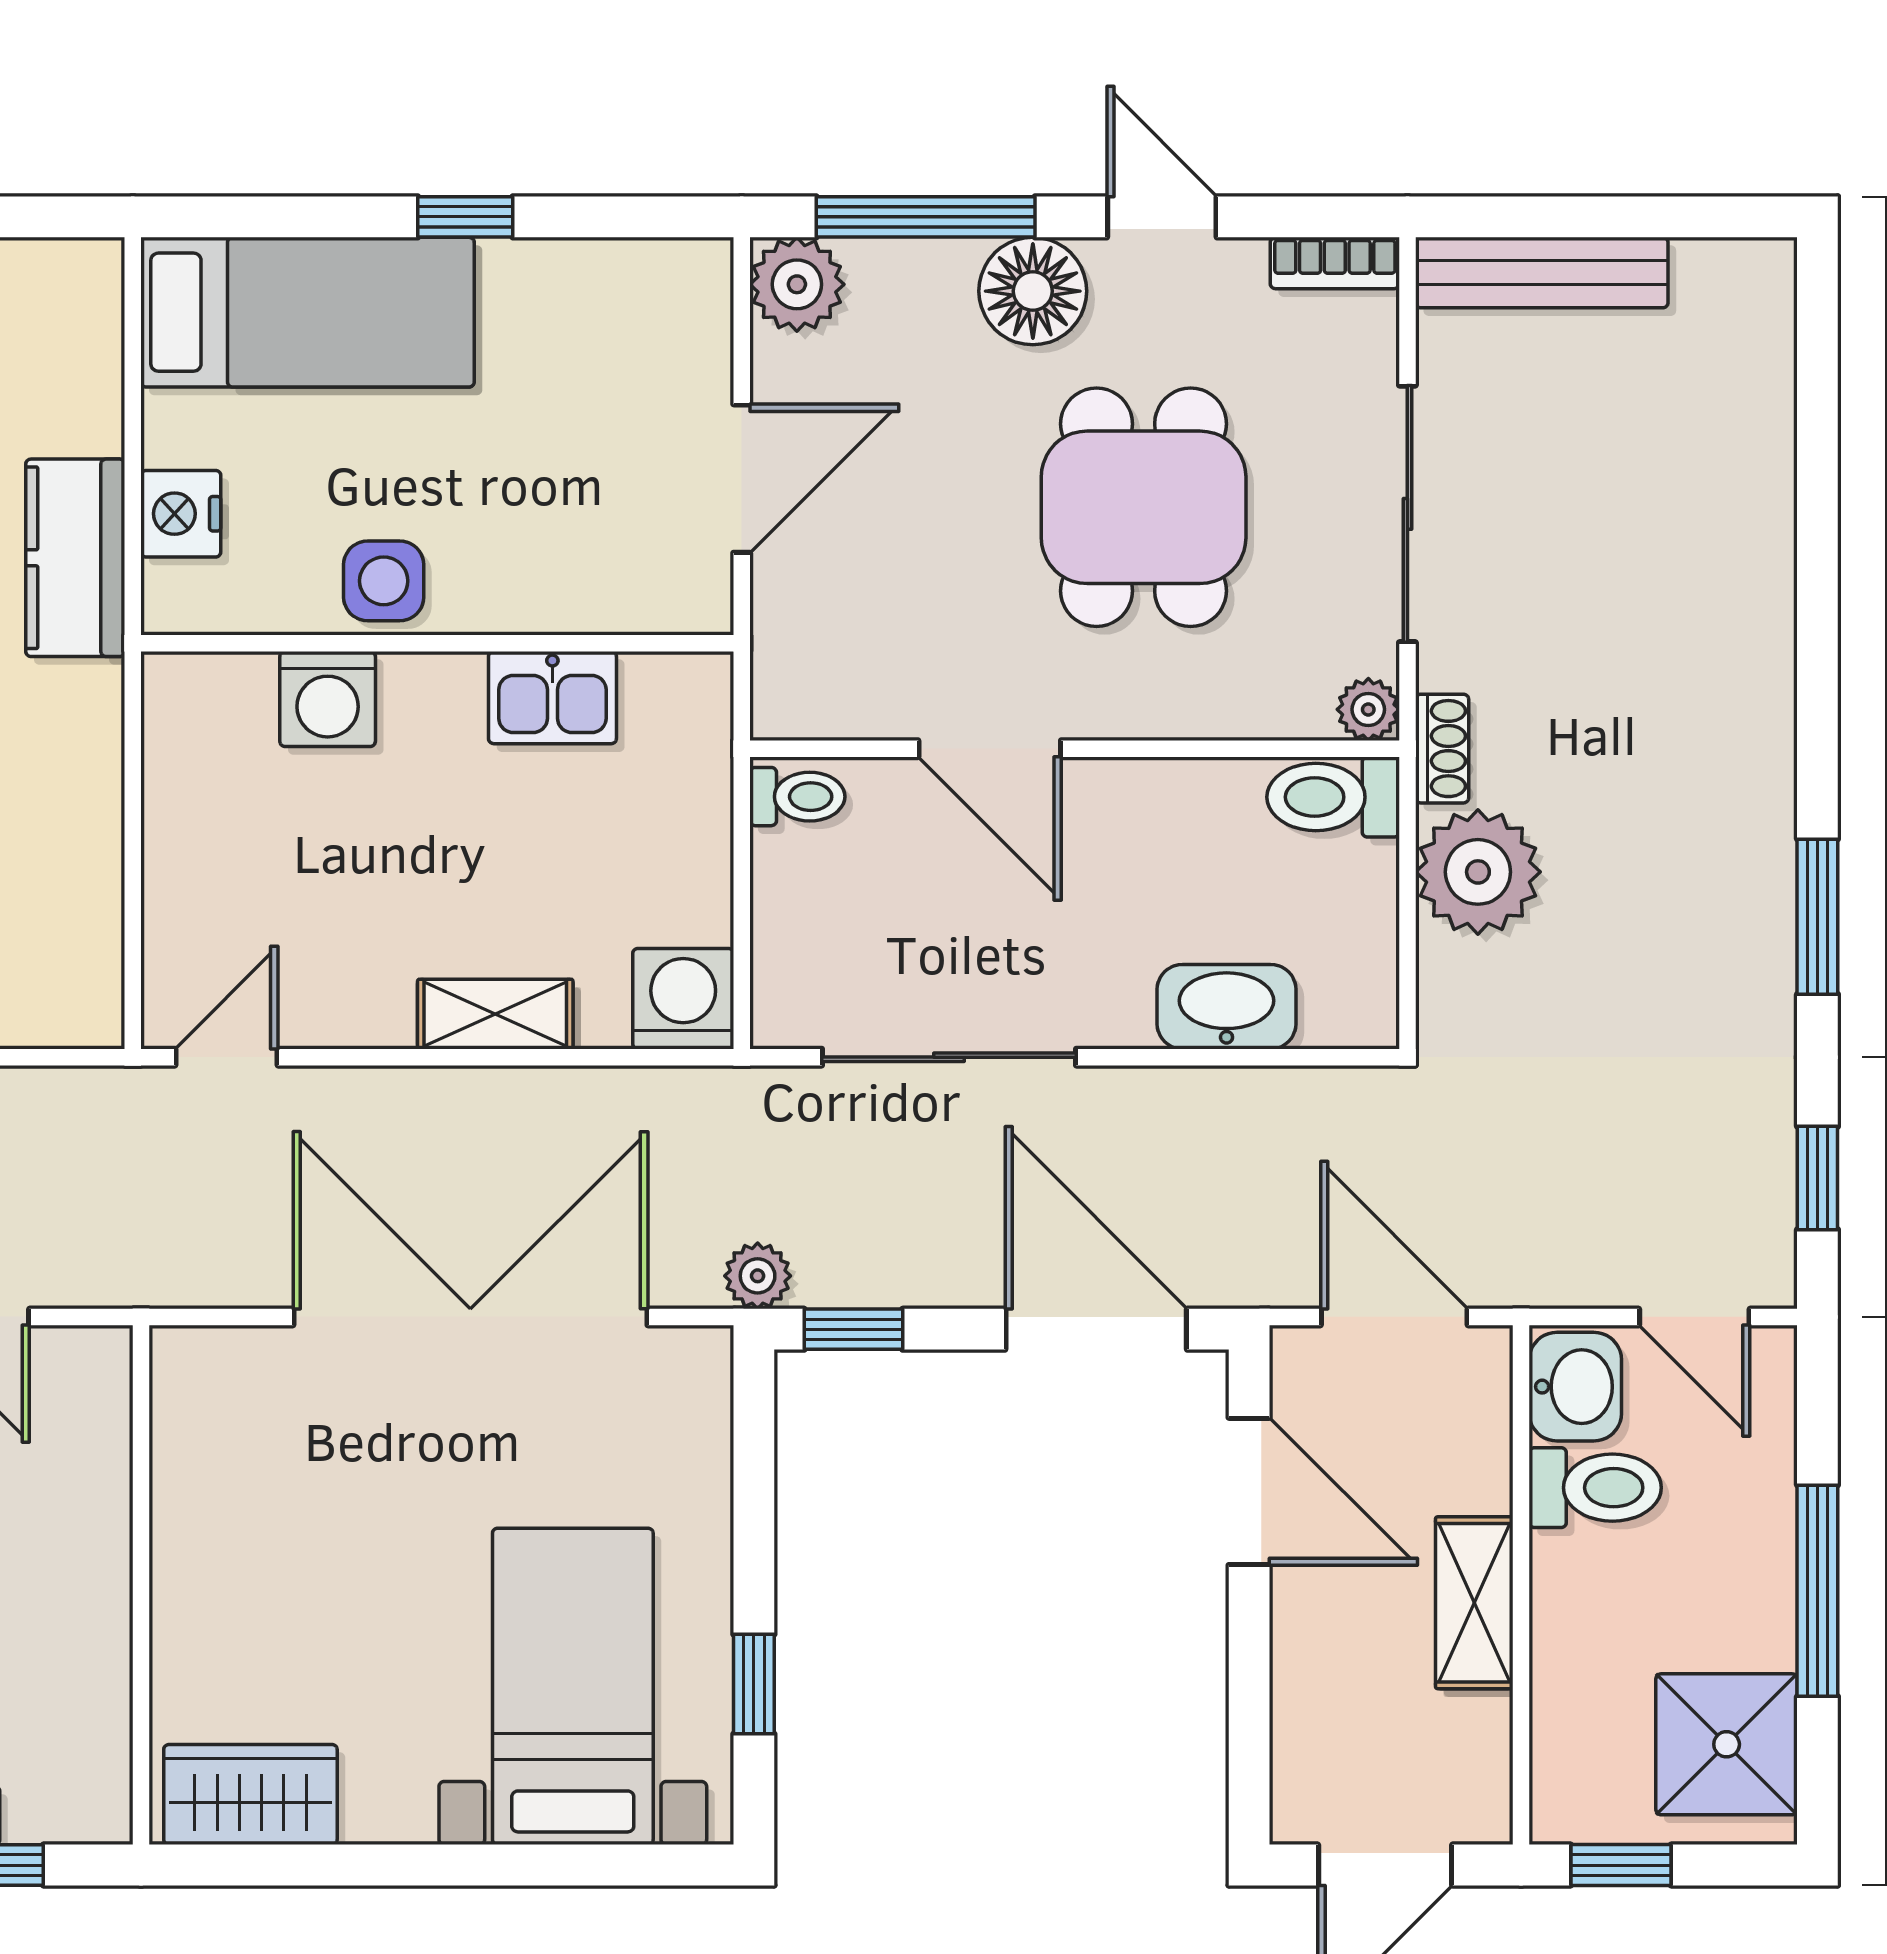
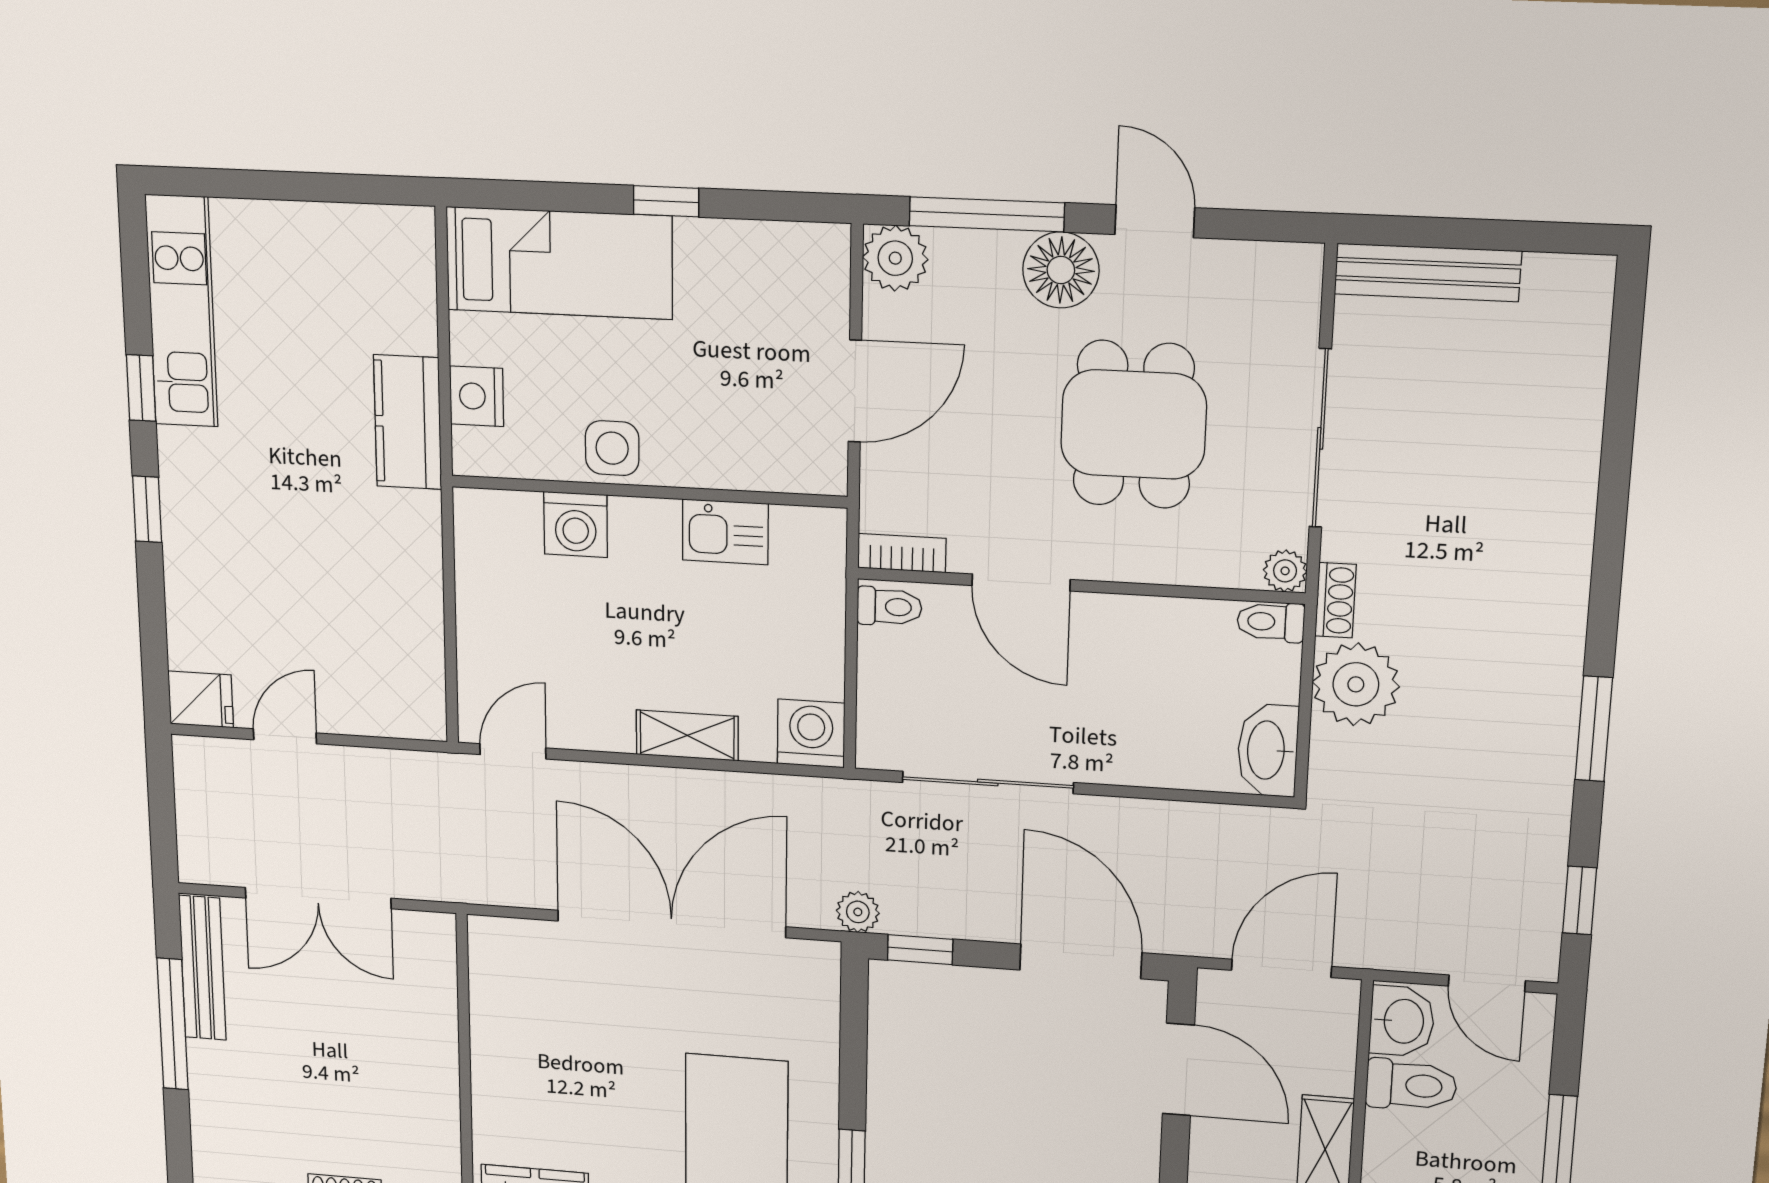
bookcase: (1335, 263) -> (902, 553), moved, turned 180
toilet: (1333, 797) -> (1271, 622), width x0.73, depth x0.72
washbasin: (1227, 1007) -> (1268, 750), moved, turned -90
door: (1394, 1317) -> (1281, 968), hinge flipped

